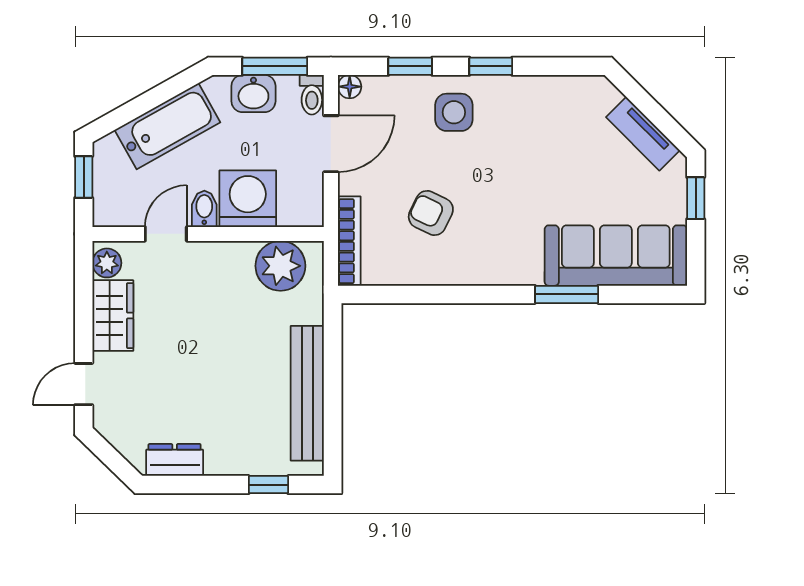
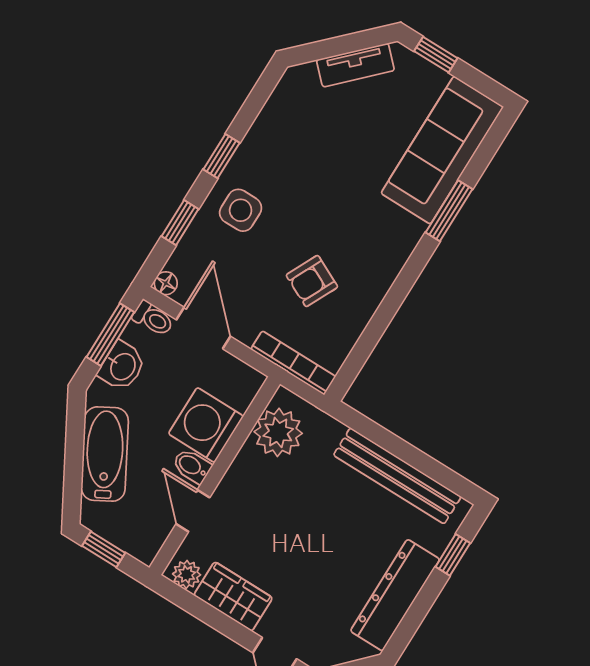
dresser: (175, 460) -> (395, 595), width x1.96, depth x1.24

